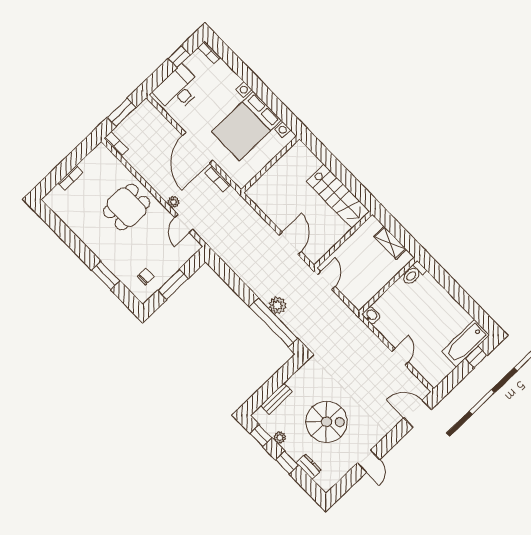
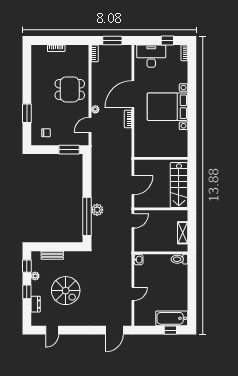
wall: (270, 164) -> (161, 158), moved
window: (173, 284) -> (69, 150), moved
door: (417, 414) -> (114, 330), swing flipped
door: (369, 461) -> (52, 330), moved

